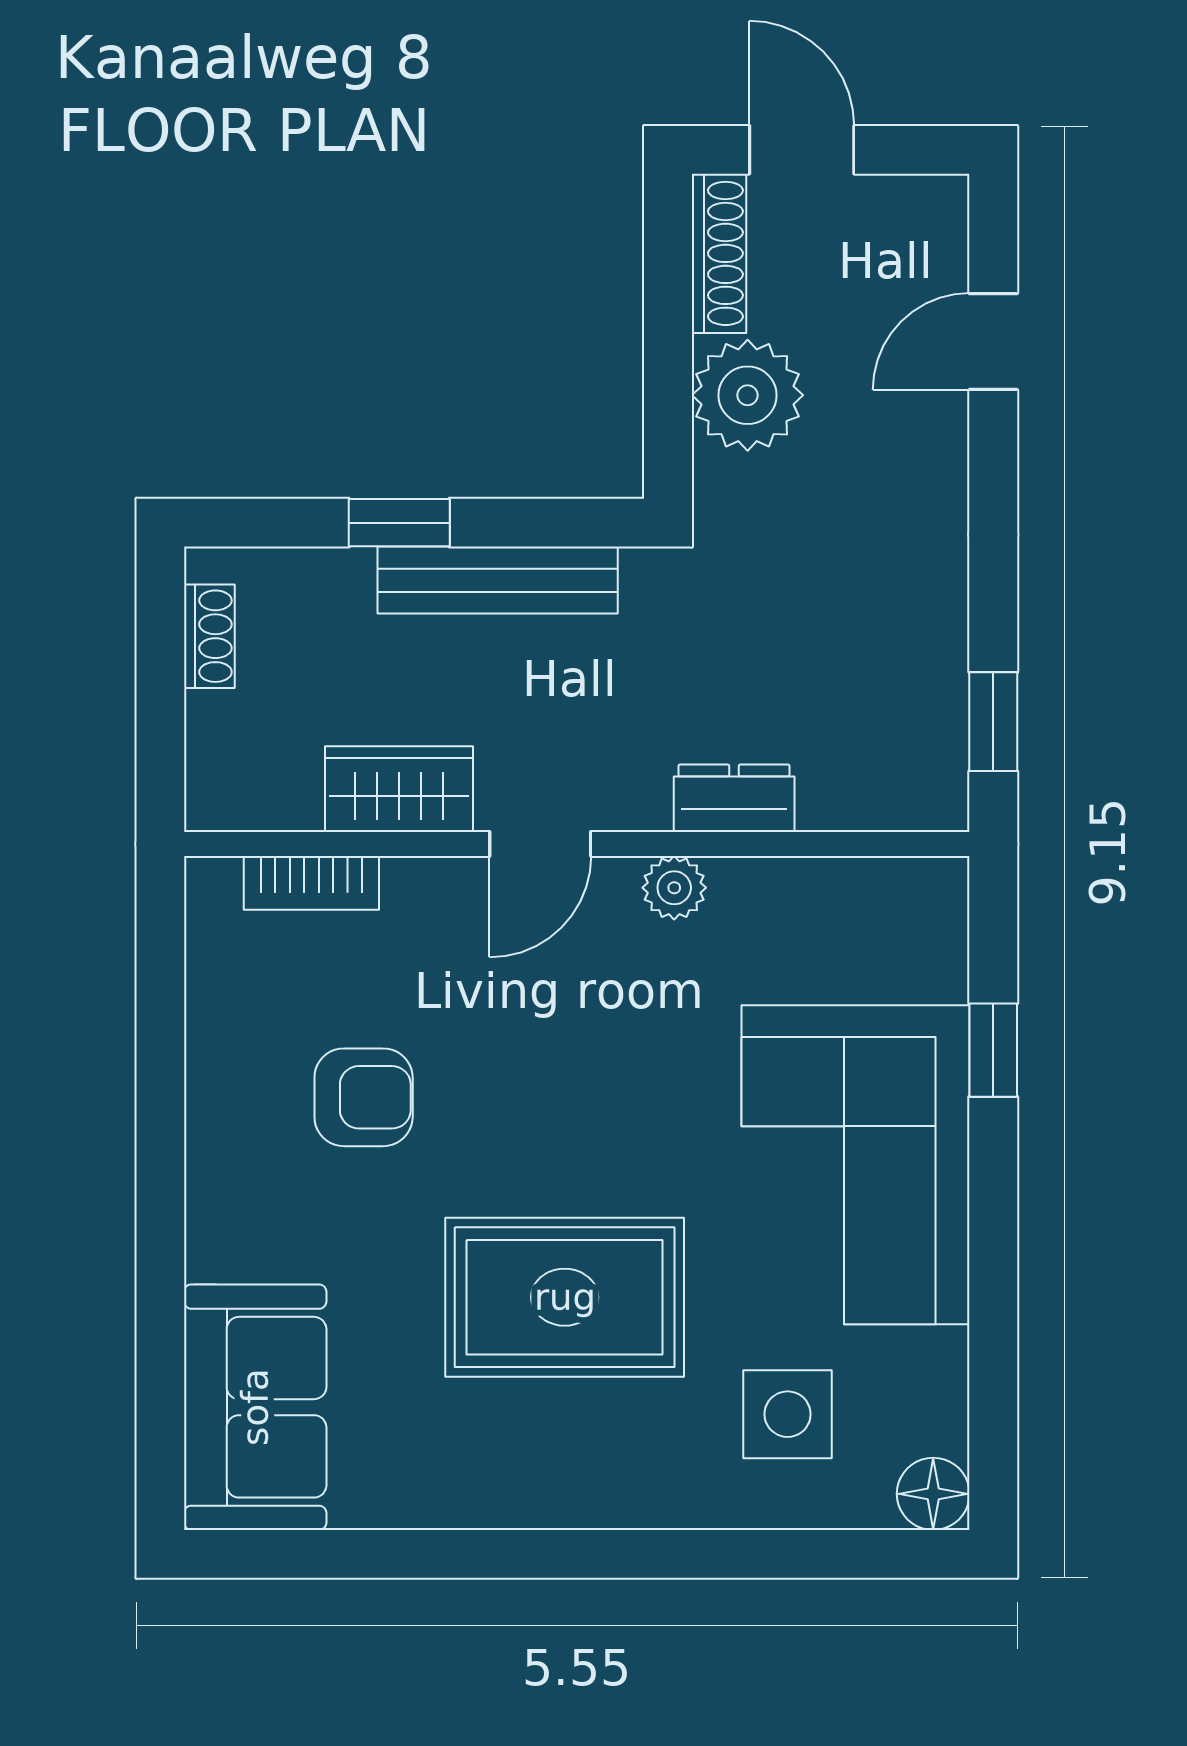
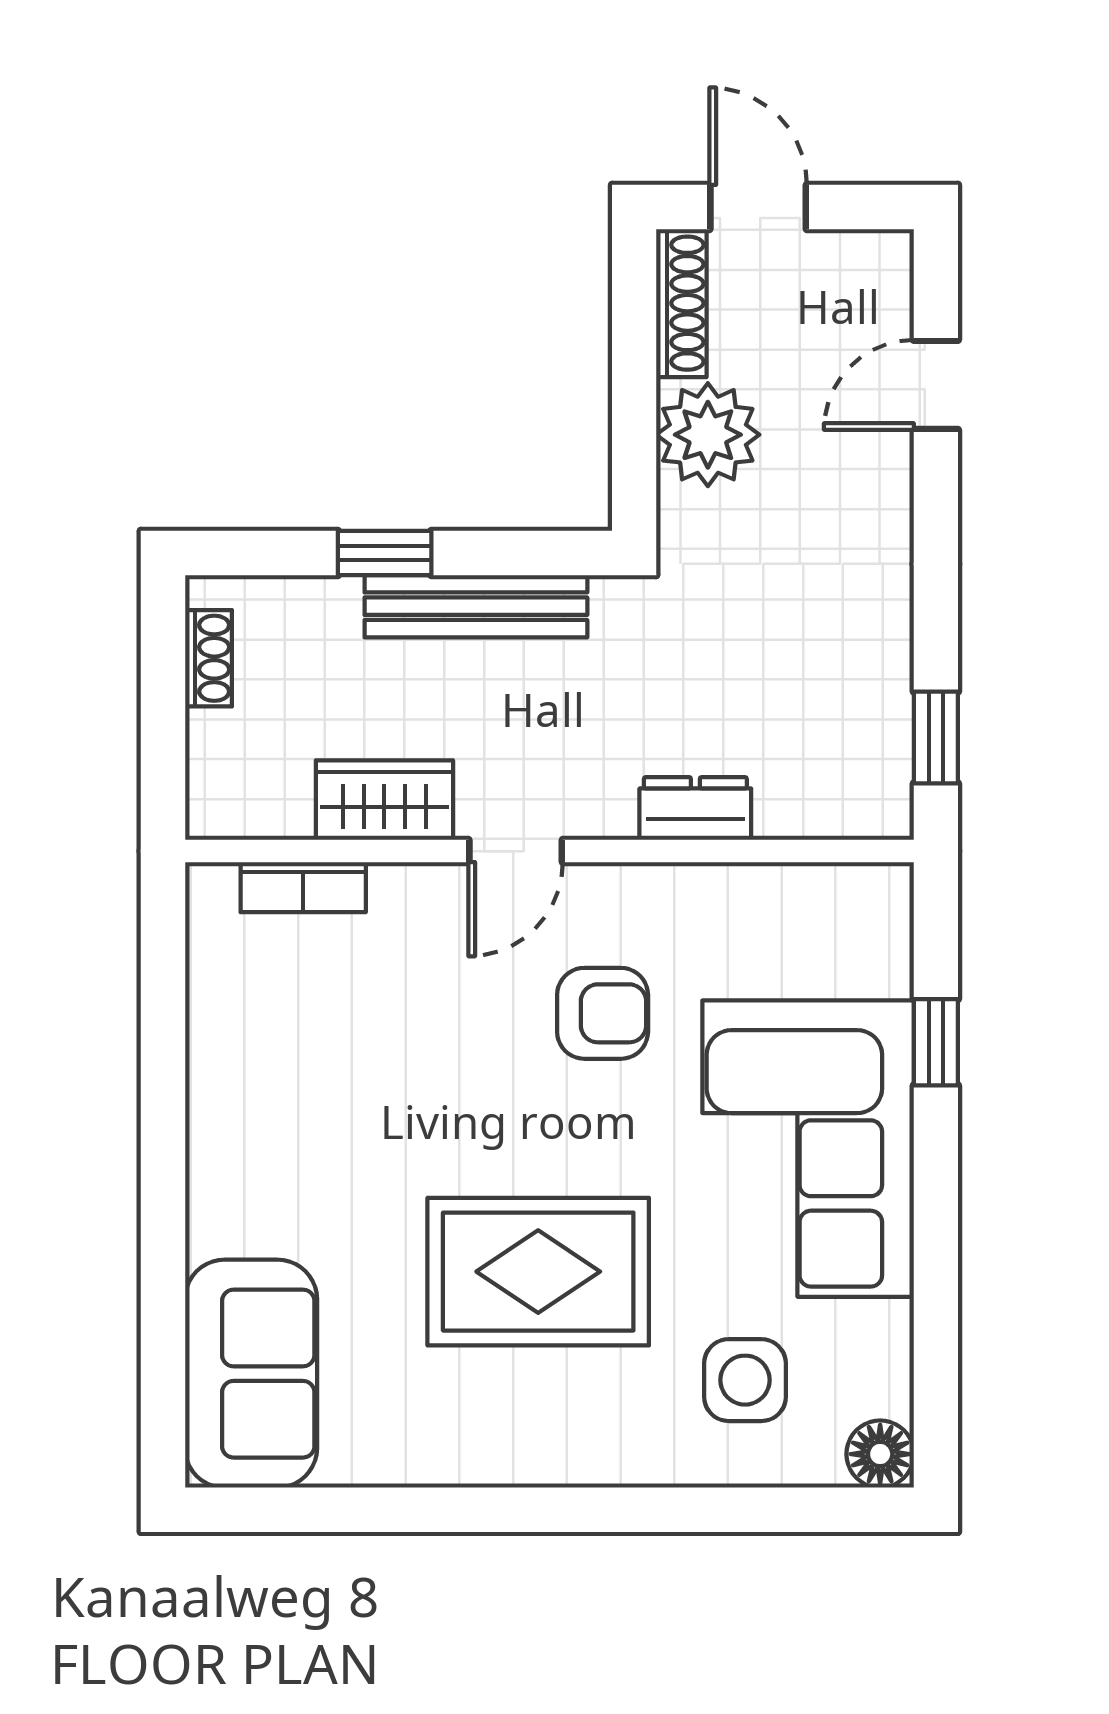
plant: (674, 888) -> (640, 892), removed
armchair: (364, 1097) -> (603, 1013), moved

